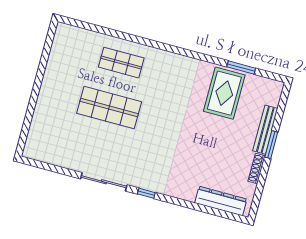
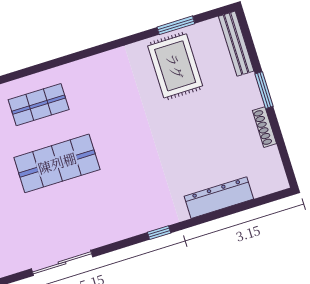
bench: (265, 130) -> (236, 44), moved
sliding door: (104, 182) -> (62, 263), moved
dresser: (221, 201) -> (219, 198), moved

